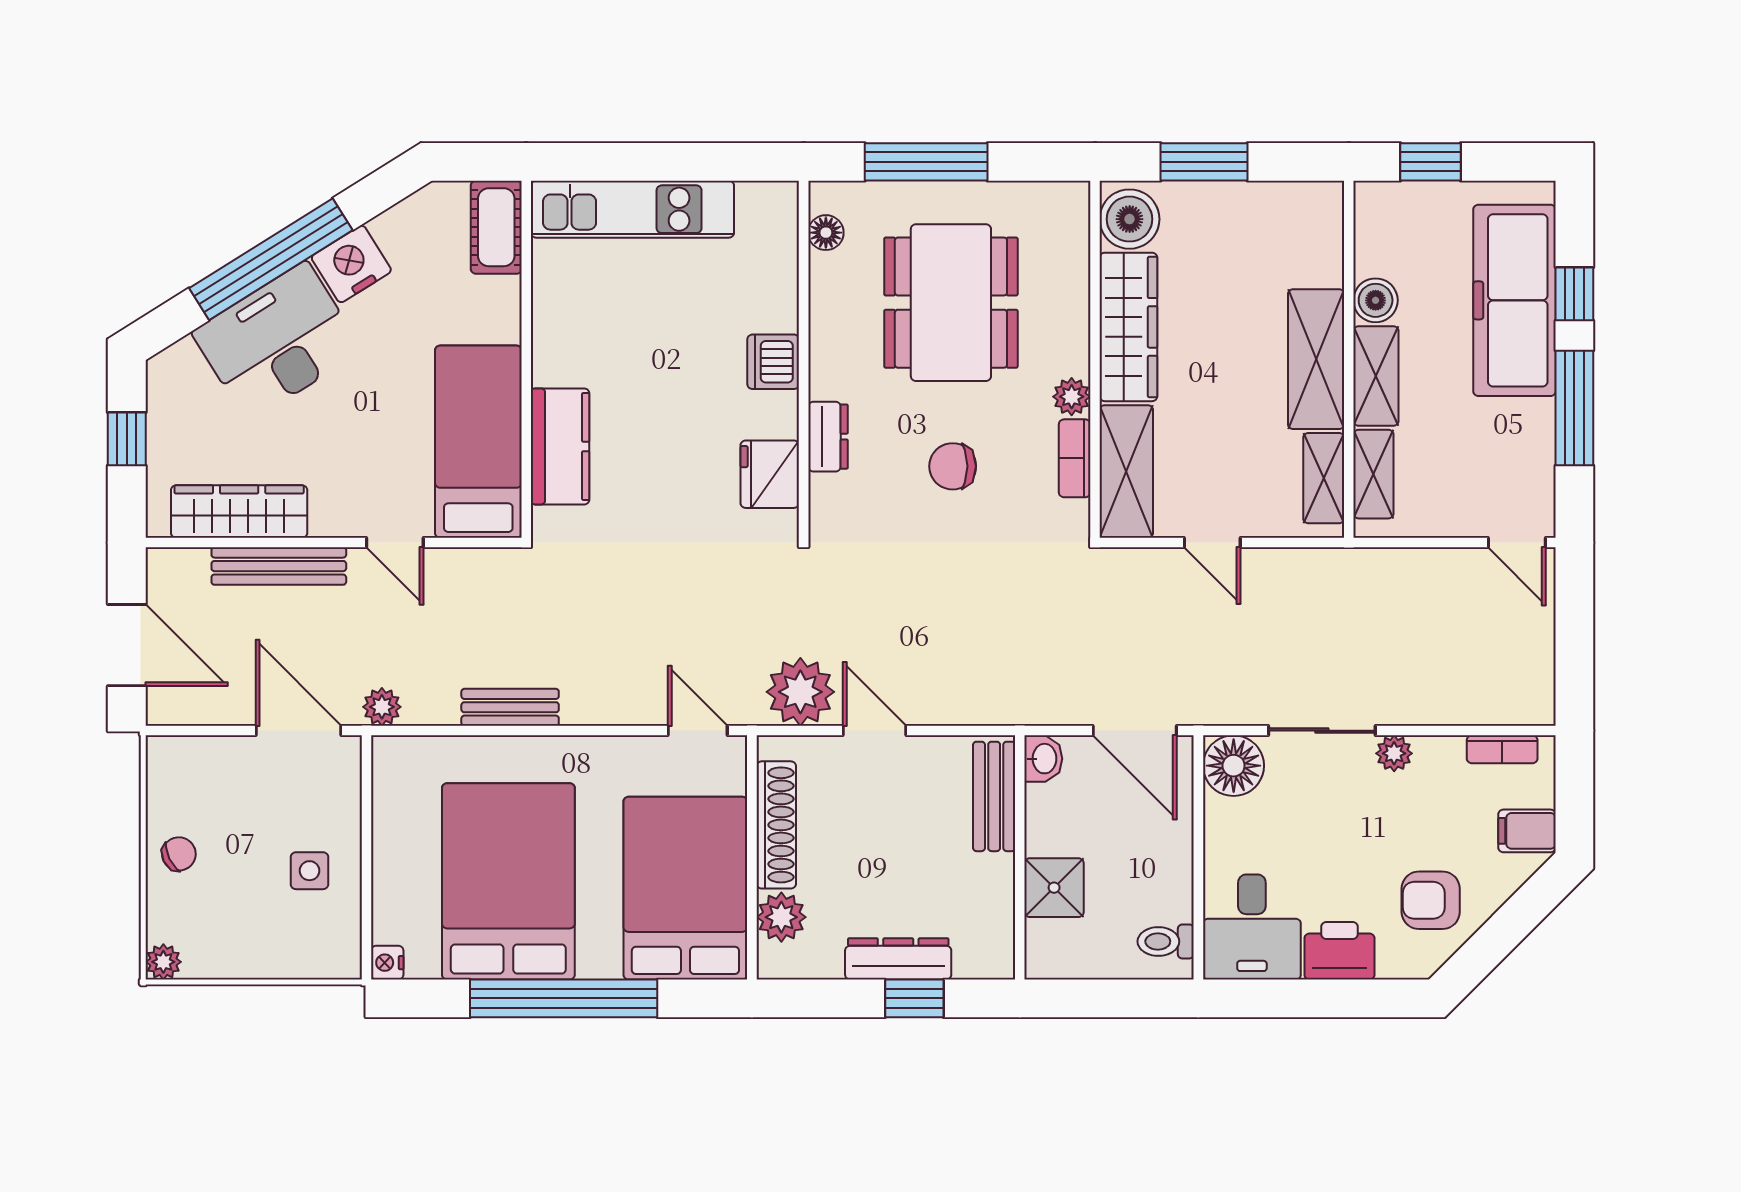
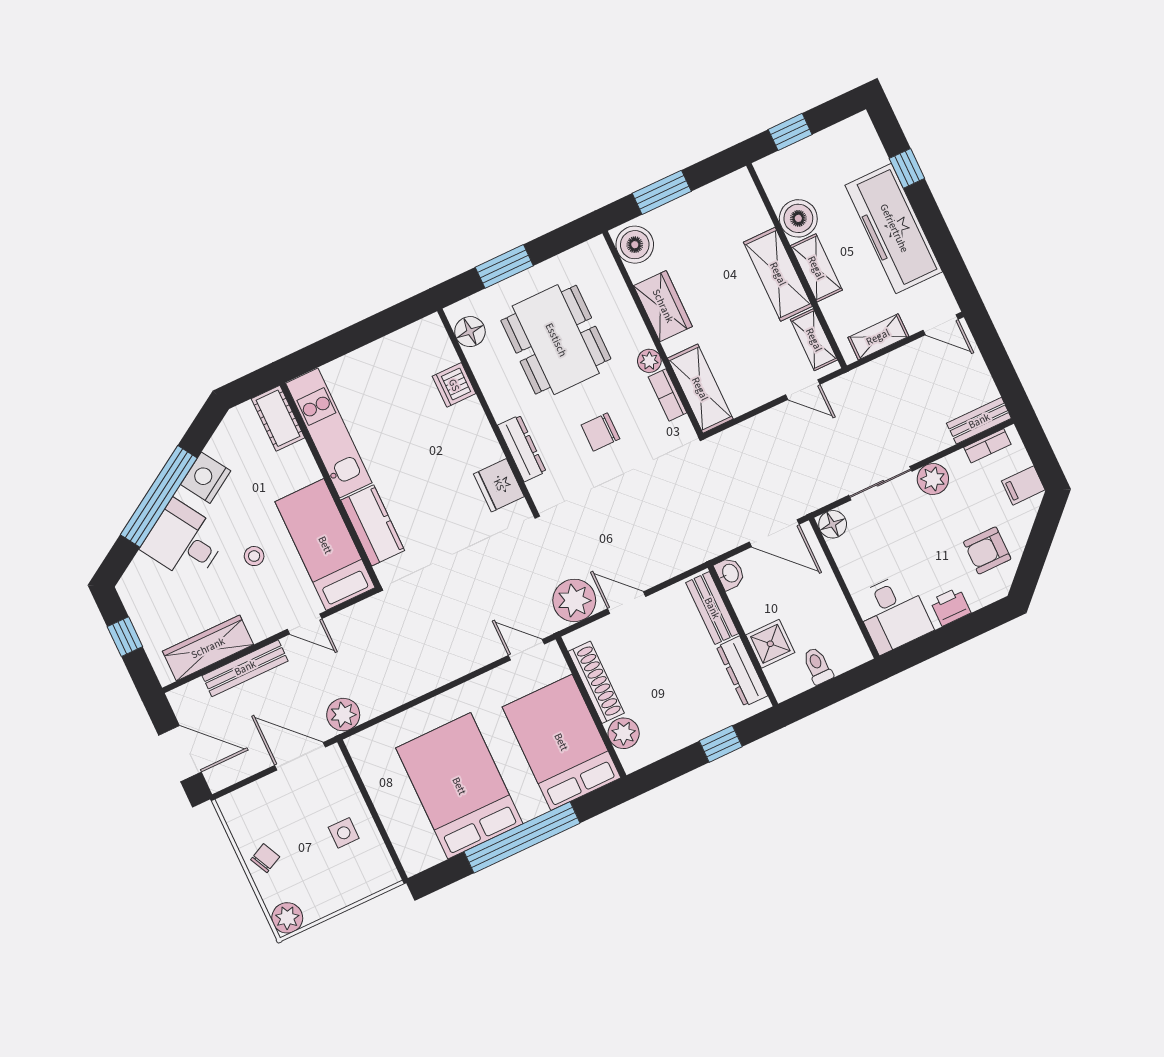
window: (926, 162) -> (504, 266), width x0.69
kitchen unit: (632, 209) -> (329, 433), moved, turned -90
floor lamp: (826, 233) -> (470, 332), width x1.37, depth x1.37
boiler: (1376, 300) -> (798, 218), width x1.36, depth x1.36
freezer: (1514, 300) -> (894, 228), moved
wardrobe: (1128, 327) -> (663, 306), width x0.67
desk: (277, 341) -> (184, 541), width x0.73
dishwasher: (773, 362) -> (454, 385), moved
window: (1574, 408) -> (937, 233), removed
stool: (368, 410) -> (254, 556), added
dresser: (828, 437) -> (522, 448), width x1.44
shelving: (1373, 474) -> (878, 337), moved, turned 90
door: (1212, 543) -> (803, 390), moved
plant: (382, 707) -> (343, 715), width x1.38, depth x1.38
bench: (510, 707) -> (979, 421), moved
plant: (1394, 753) -> (933, 479), width x1.38, depth x1.38
floor lamp: (1234, 766) -> (833, 524), width x0.73, depth x0.73
toilet: (1166, 941) -> (818, 666), moved, turned 90
printer: (1339, 951) -> (950, 607), width x0.73, depth x0.81
dresser: (898, 959) -> (742, 671), moved, turned -90
plant: (163, 962) -> (287, 918), width x1.38, depth x1.38
nightstand: (387, 963) -> (412, 864), removed

